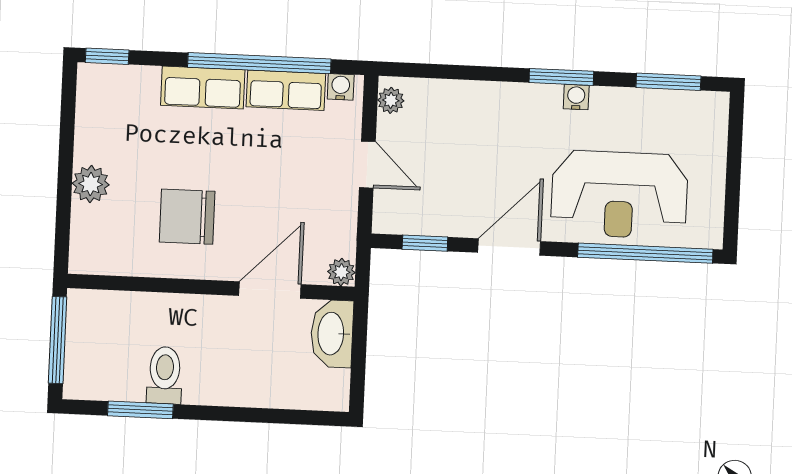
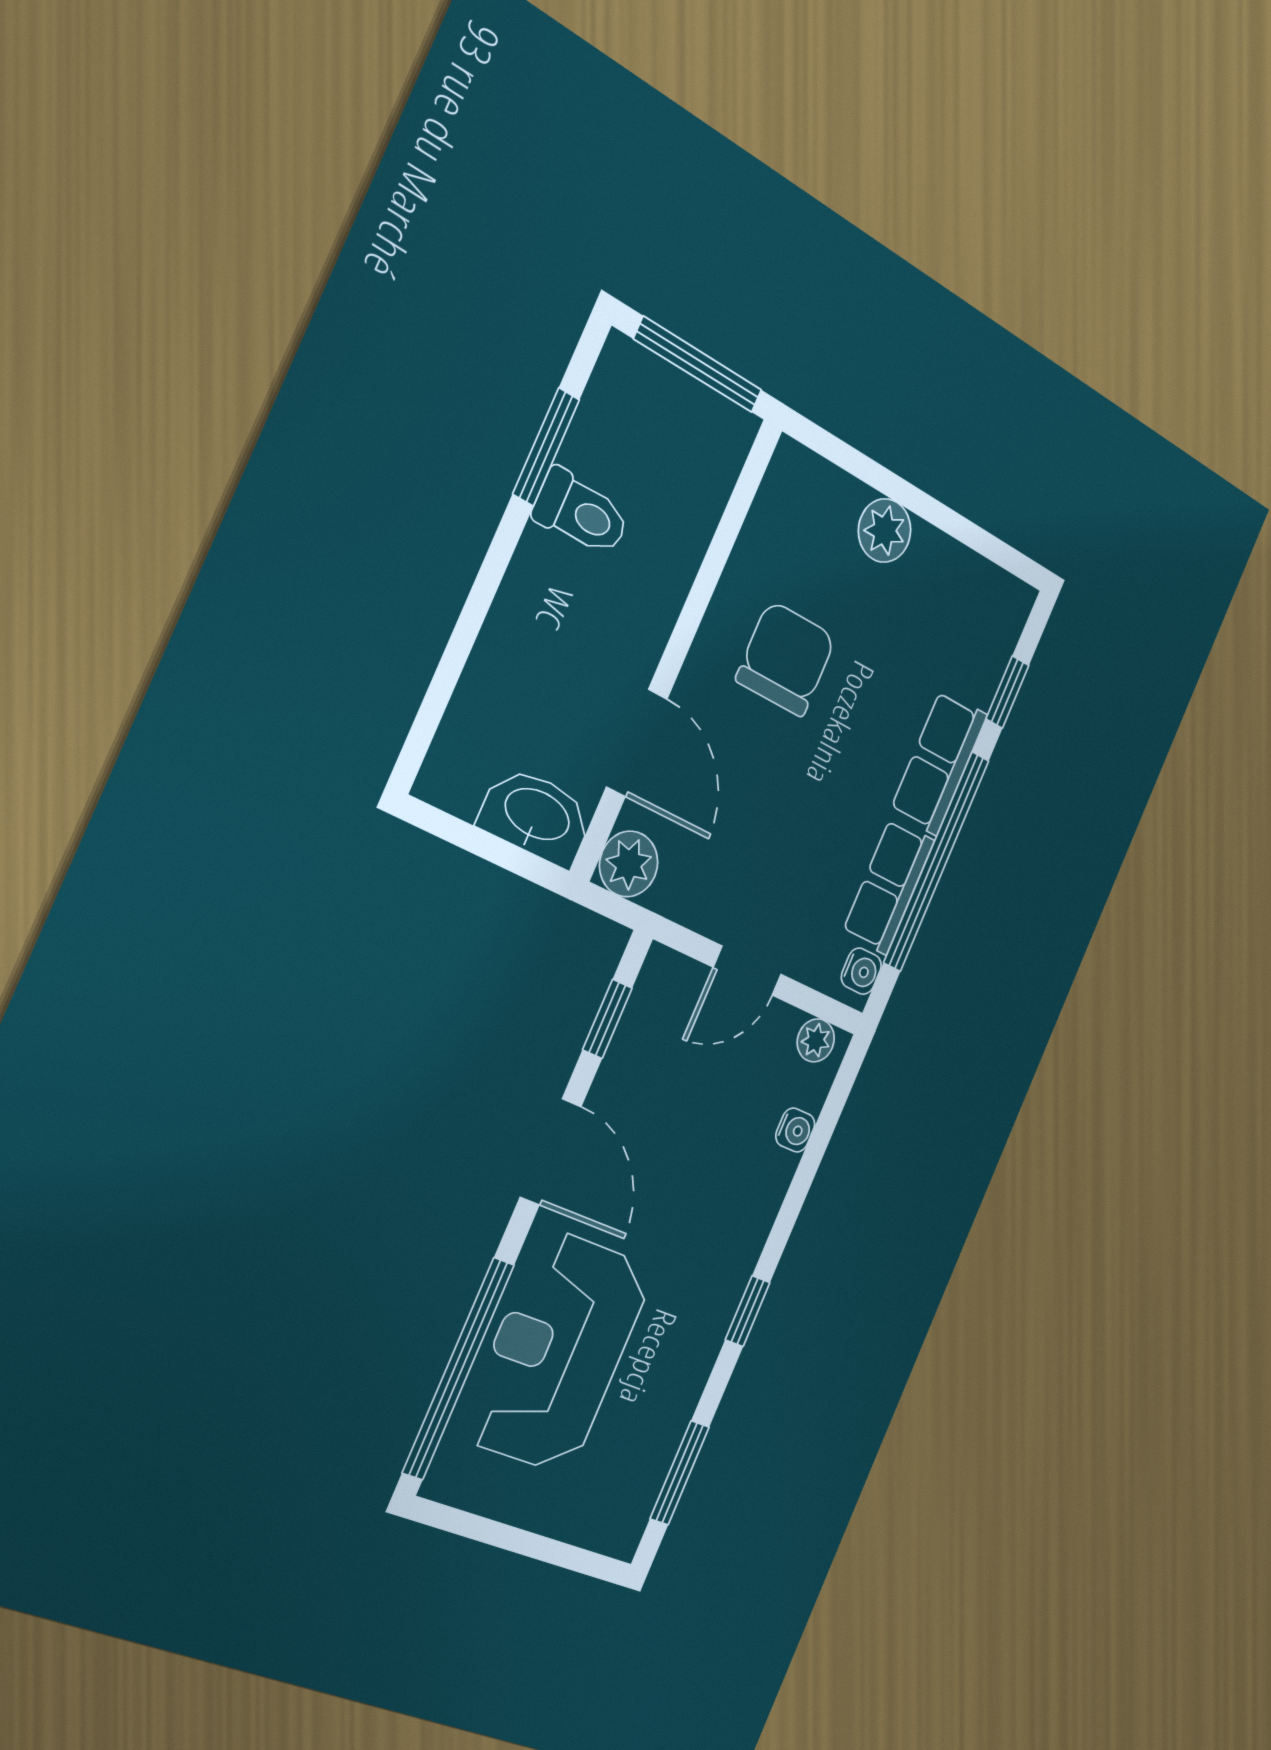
window: (107, 56) -> (1007, 692), moved
window: (561, 77) -> (748, 1311), width x0.67
water cooler: (576, 97) -> (795, 1130), moved
plant: (341, 272) -> (629, 864), width x1.38, depth x1.38

